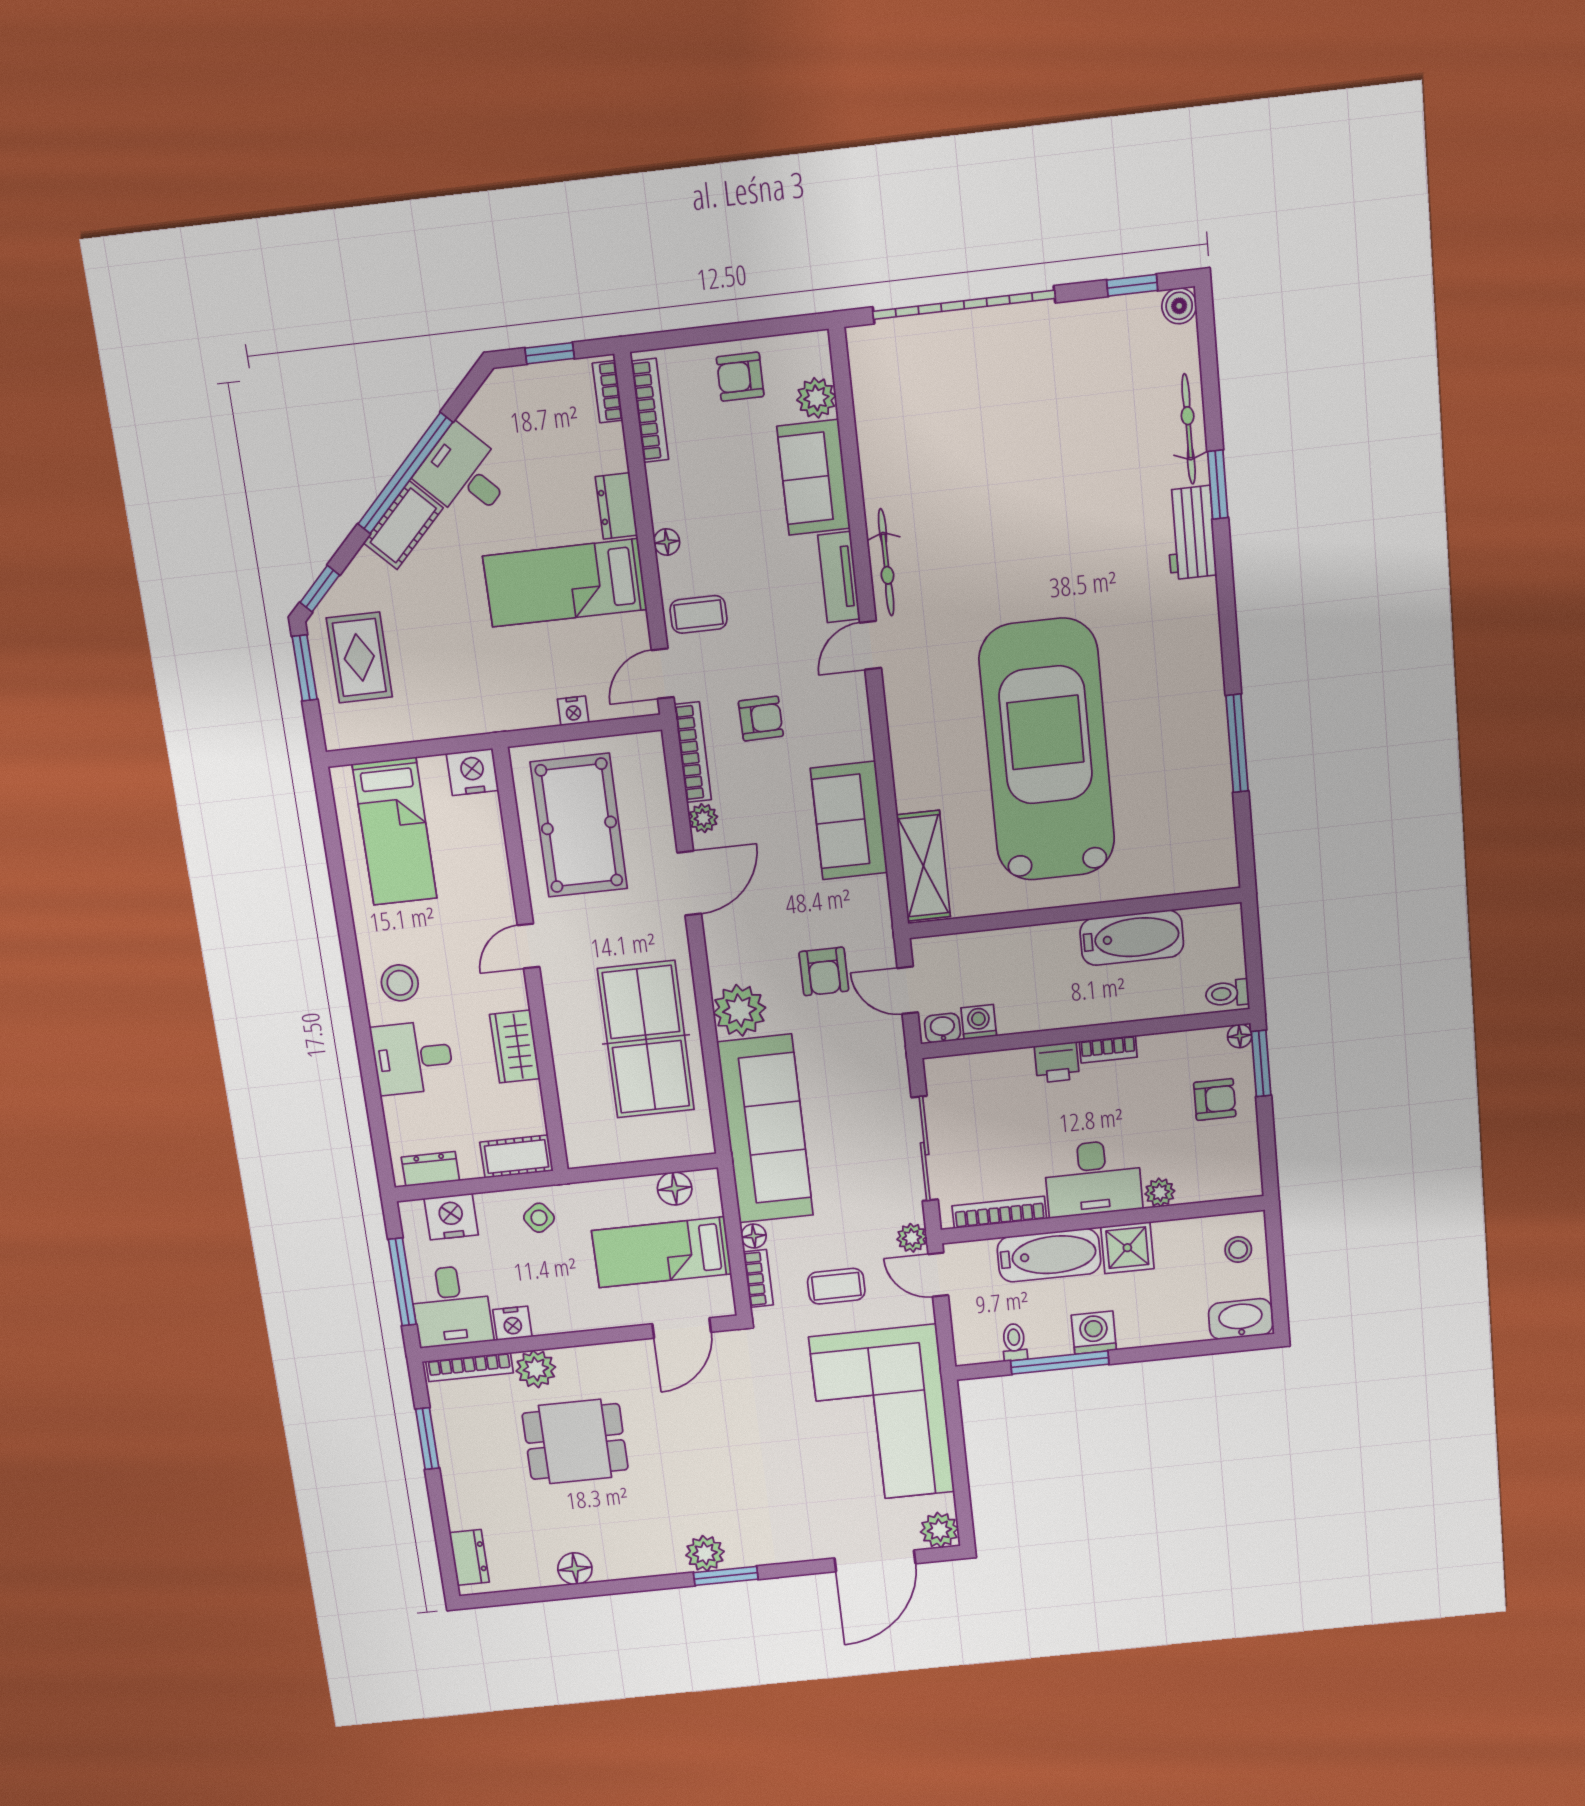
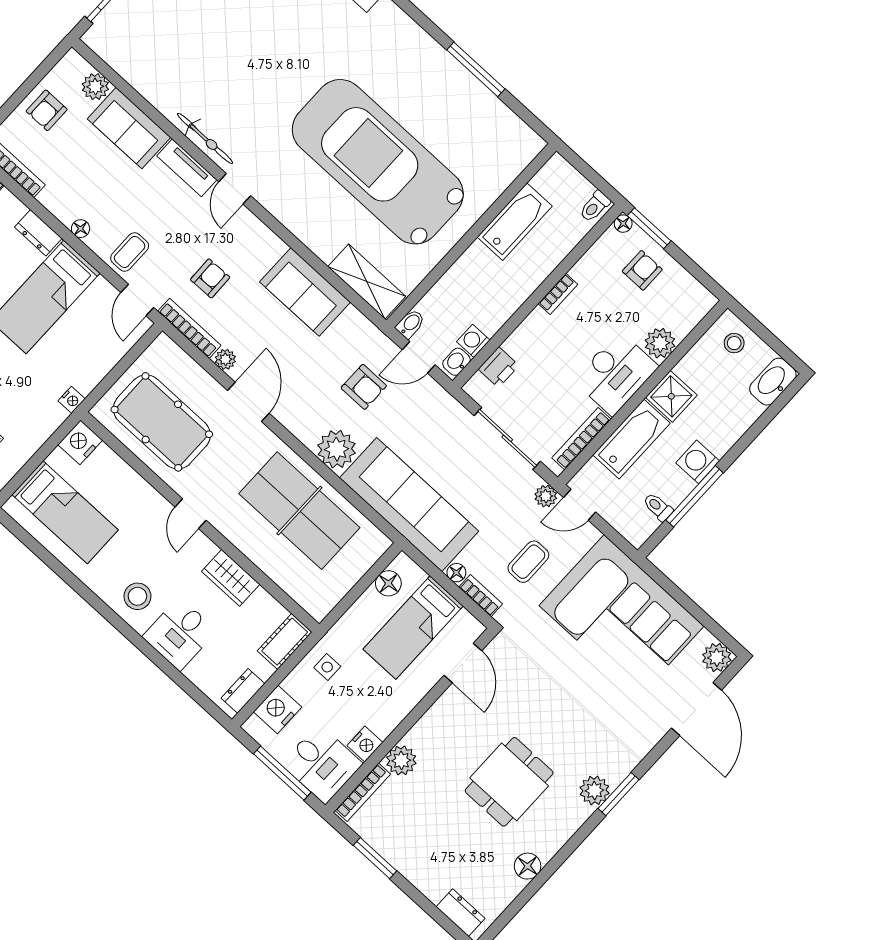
nightstand: (573, 711) -> (72, 400), moved
bidet: (930, 949) -> (410, 324), added
printer: (1057, 1062) -> (499, 367), moved
plant: (1160, 1192) -> (660, 343), width x1.38, depth x1.38
side table: (539, 1218) -> (327, 667), turned 36
dining table: (575, 1442) -> (509, 782), moved

